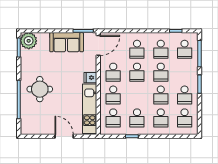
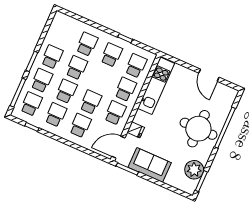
plant: (29, 41) -> (194, 170), moved
fridge: (90, 78) -> (136, 130), moved
round table: (40, 89) -> (198, 129), width x1.36, depth x1.36
school desk: (185, 118) -> (42, 80), moved
door: (64, 136) -> (209, 75), moved

